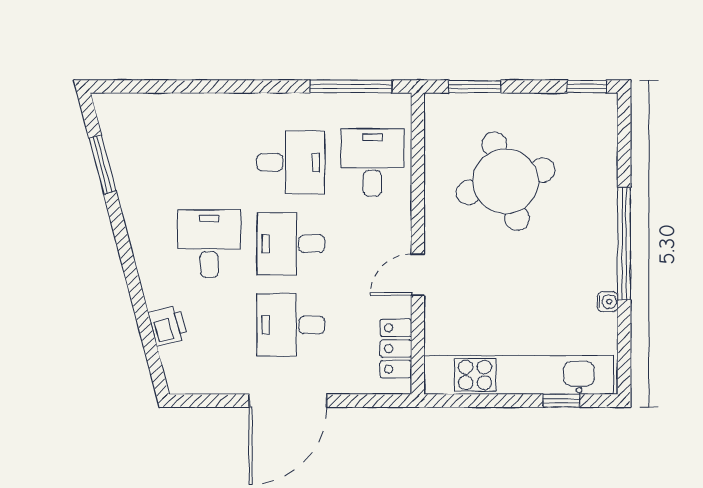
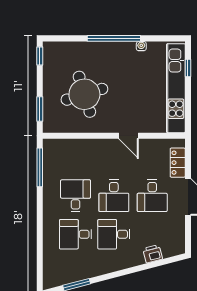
desk: (372, 162) -> (76, 234), moved
locker: (396, 349) -> (178, 163), moved, turned 90

